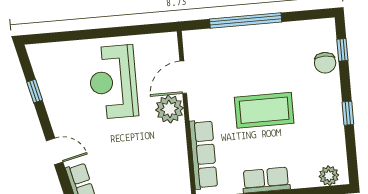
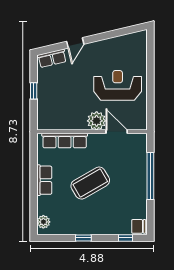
chair: (325, 63) -> (139, 226), moved
window: (35, 91) -> (116, 33), removed
coffee table: (264, 110) -> (90, 183), turned 60

